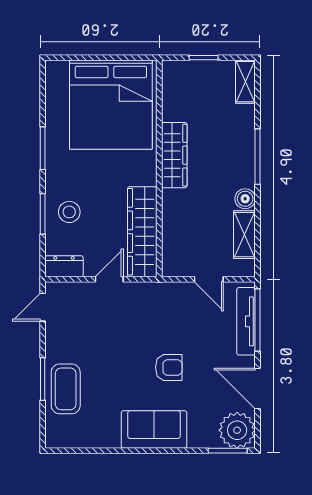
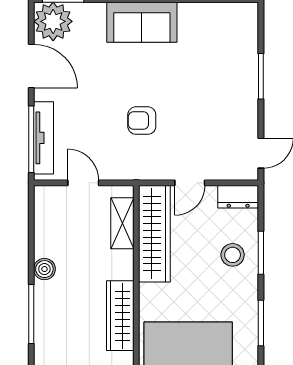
shelving: (244, 235) -> (122, 223), moved
armchair: (169, 368) -> (142, 121), moved
coffee table: (66, 389) -> (236, 66), removed

